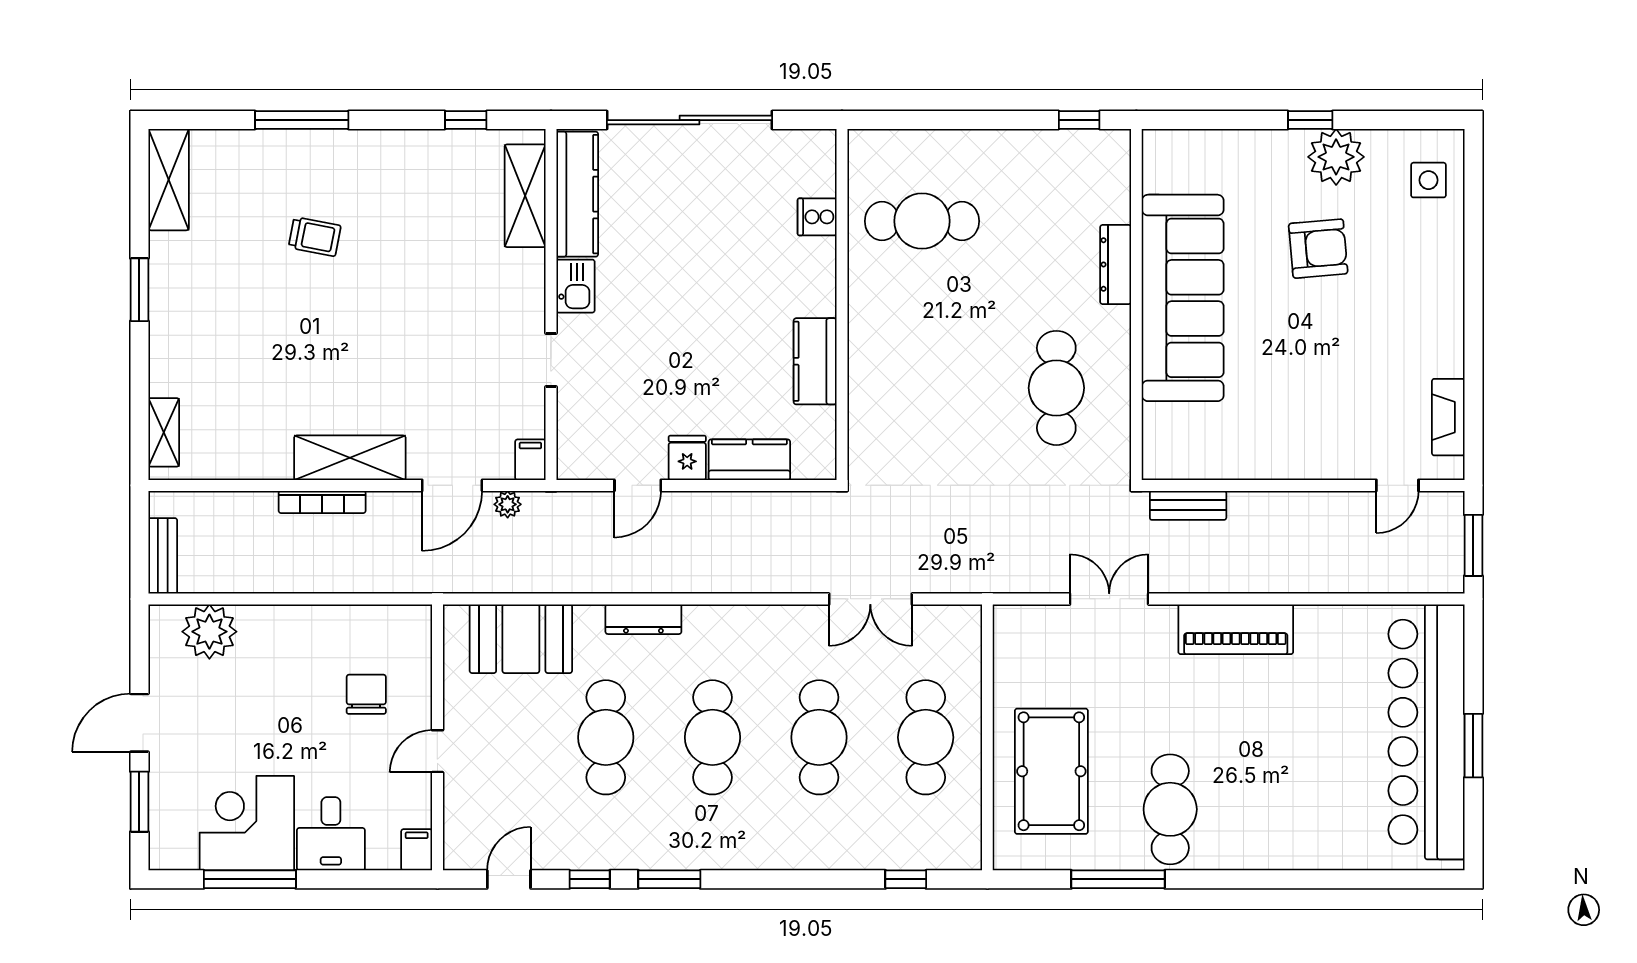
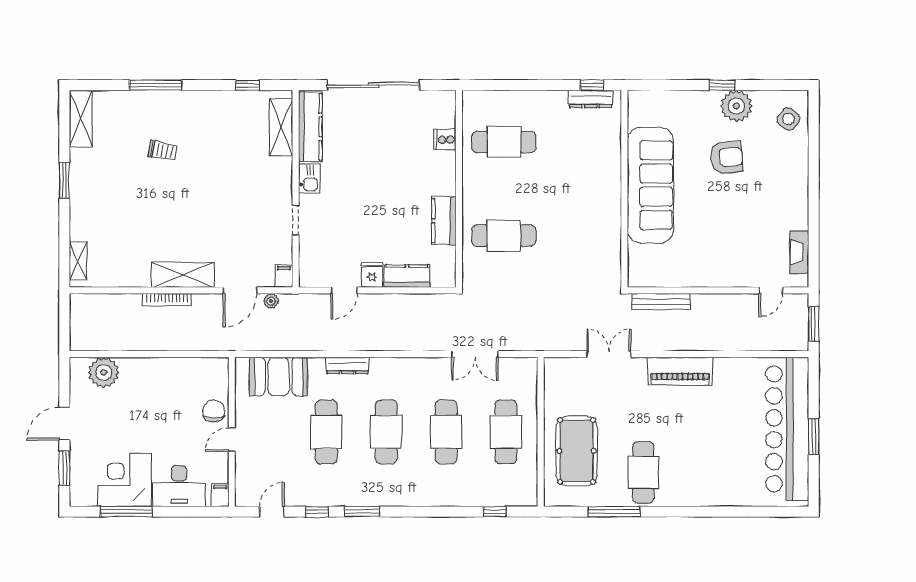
side table: (1429, 180) -> (788, 119), turned 38
dresser: (1116, 264) -> (591, 99), moved, turned -90
cafe table: (1056, 388) -> (504, 236), moved, turned 90
bench: (1188, 505) -> (661, 302), width x1.36
bench: (163, 556) -> (77, 330), removed
chair: (366, 694) -> (214, 411), moved
desk: (331, 834) -> (179, 486), width x1.37

